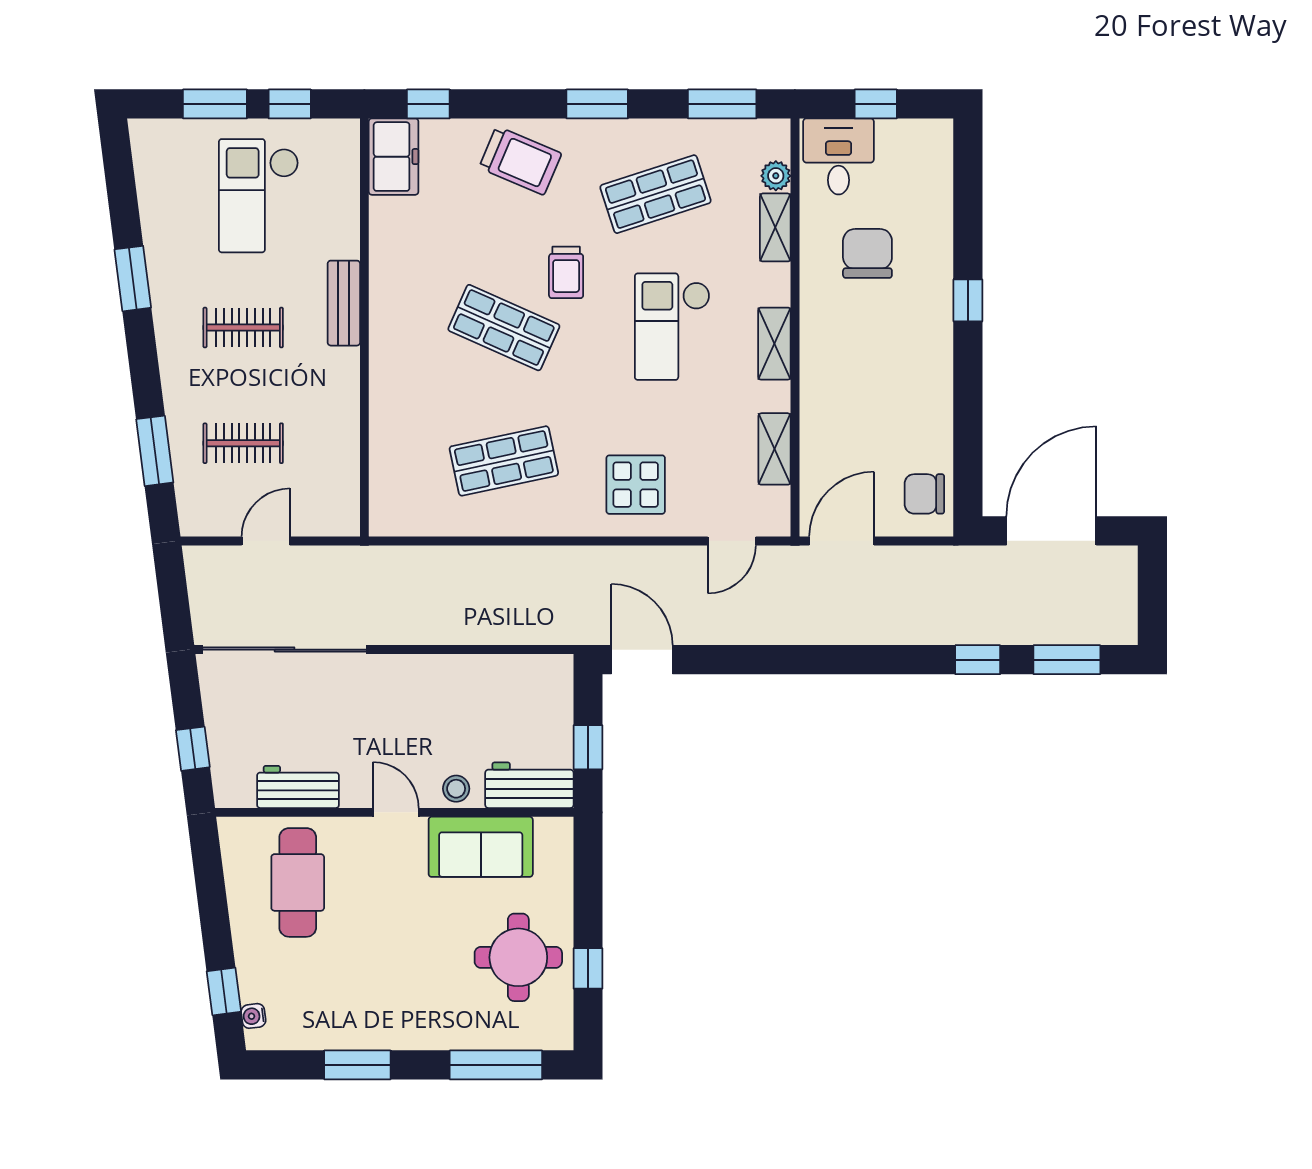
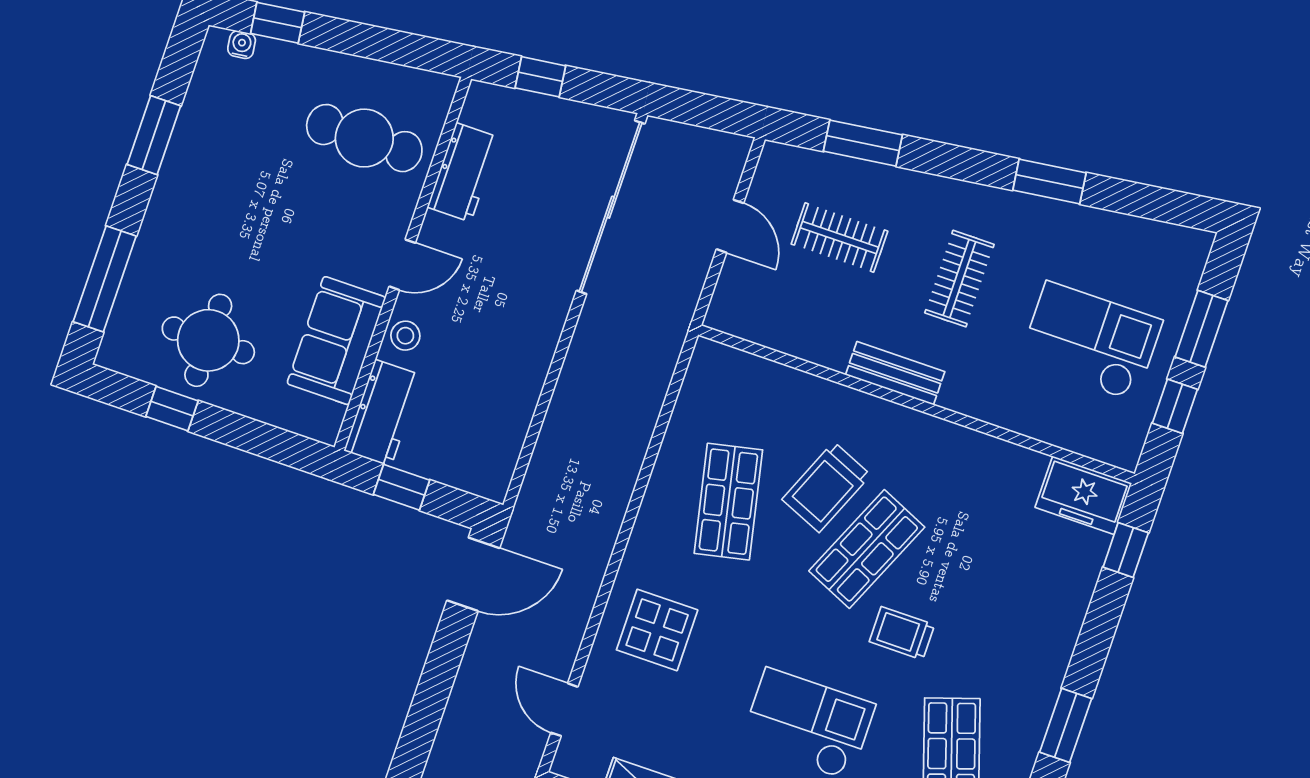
trolley: (520, 161) -> (826, 487), moved
bench: (344, 303) -> (895, 373), moved
clothes rail: (243, 443) -> (839, 238), turned 90

